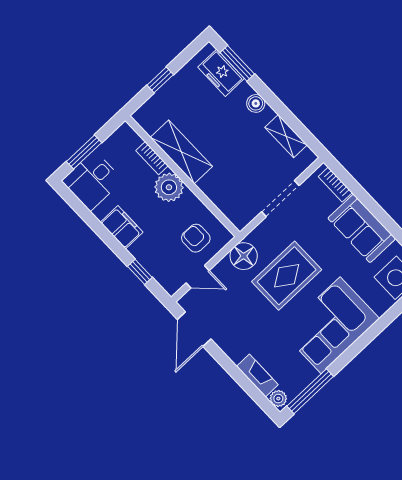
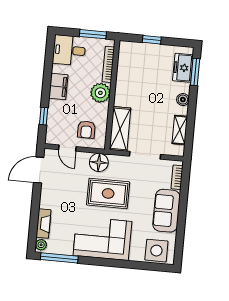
window: (84, 152) -> (93, 34), moved
shelving: (181, 152) -> (120, 129), moved
bookcase: (152, 158) -> (108, 64), width x1.56
armchair: (196, 238) -> (86, 130), turned 180

